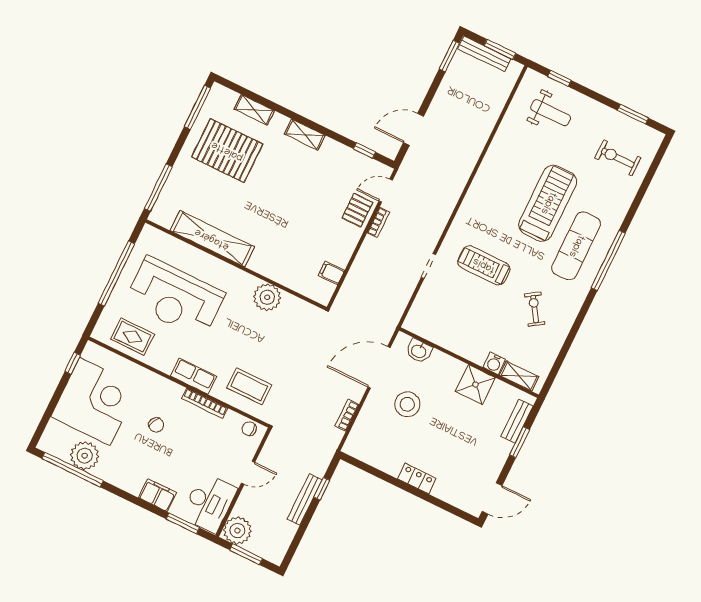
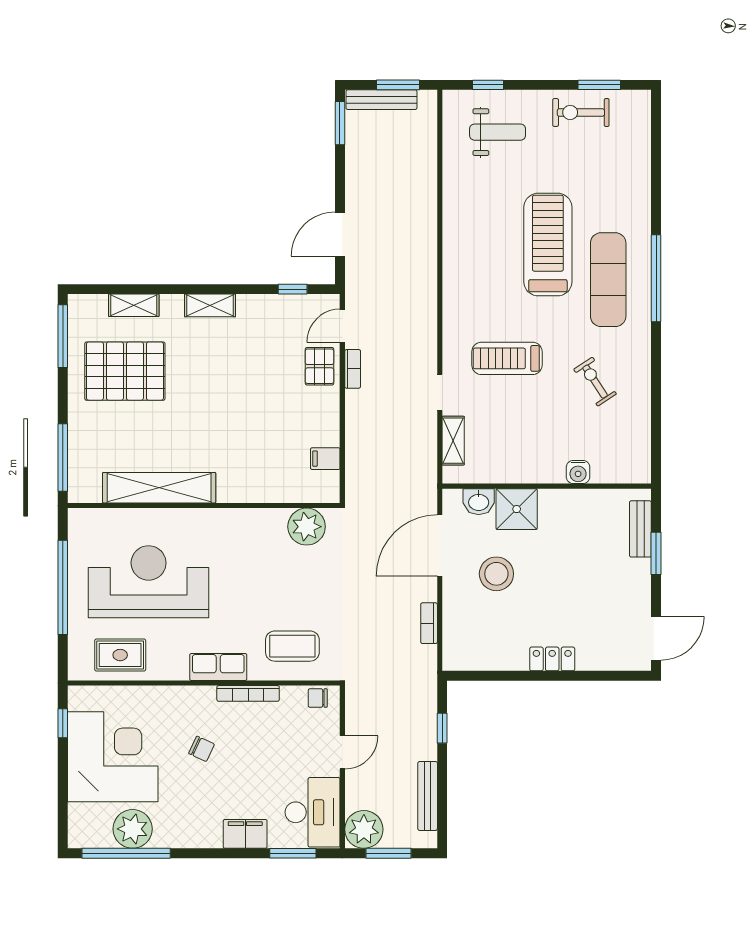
exercise bike: (618, 158) -> (581, 112), moved
reception desk: (175, 297) -> (149, 582), turned 180
plant: (267, 297) -> (307, 527), moved
shelving: (519, 376) -> (453, 441), moved, turned 90
shower: (475, 384) -> (517, 509), moved
bench: (305, 499) -> (428, 796), moved

